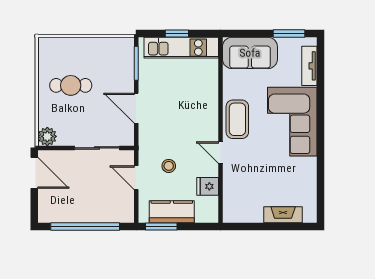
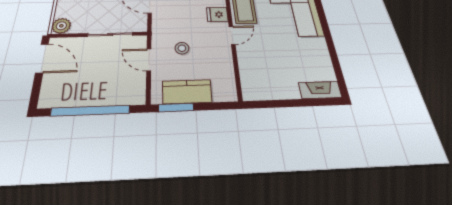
door: (220, 153) -> (232, 35), swing flipped
fridge: (208, 186) -> (217, 14), moved
fireplace: (283, 215) -> (320, 90), moved

